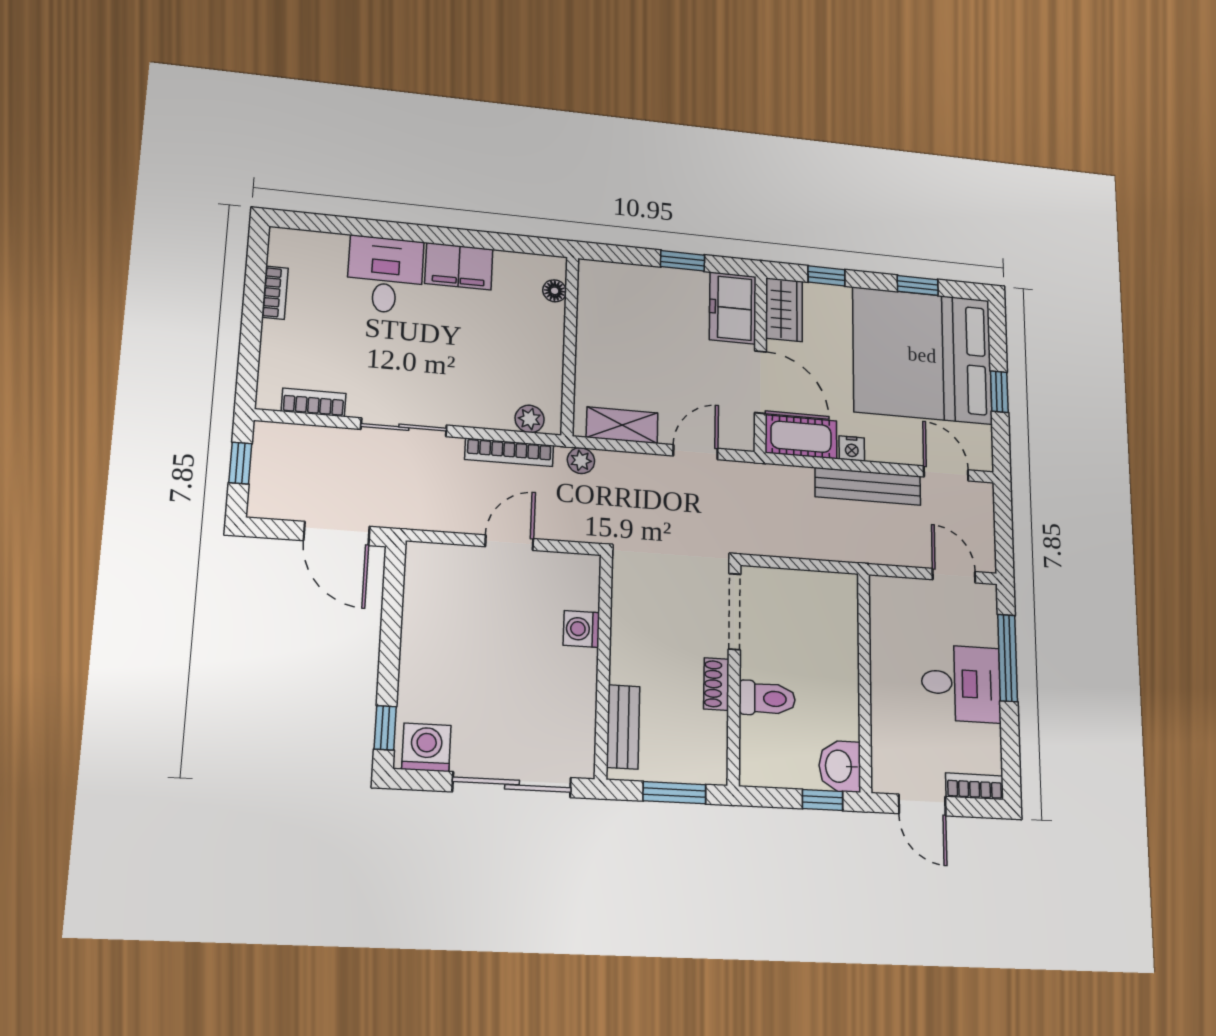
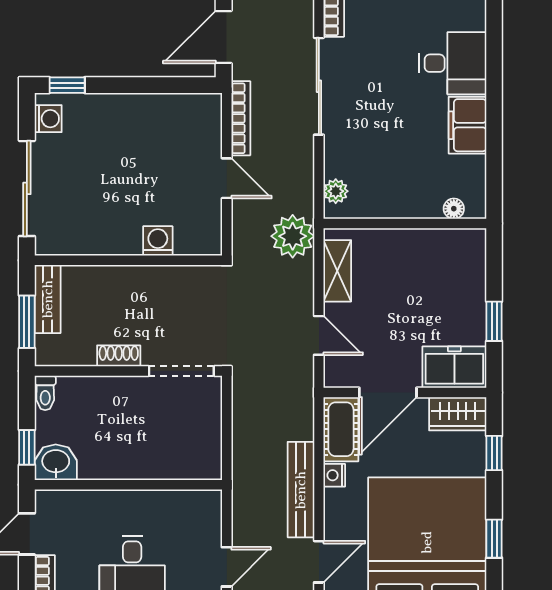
sliding door: (404, 427) -> (319, 86), width x1.37
bookcase: (509, 452) -> (241, 118), moved, turned 180
plant: (581, 461) -> (293, 236), width x1.87, depth x1.87
toilet: (767, 698) -> (45, 393), moved, width x0.73, depth x0.72
bench: (623, 727) -> (48, 299), moved, turned 90
washing machine: (426, 747) -> (48, 119), width x0.73, depth x0.73

